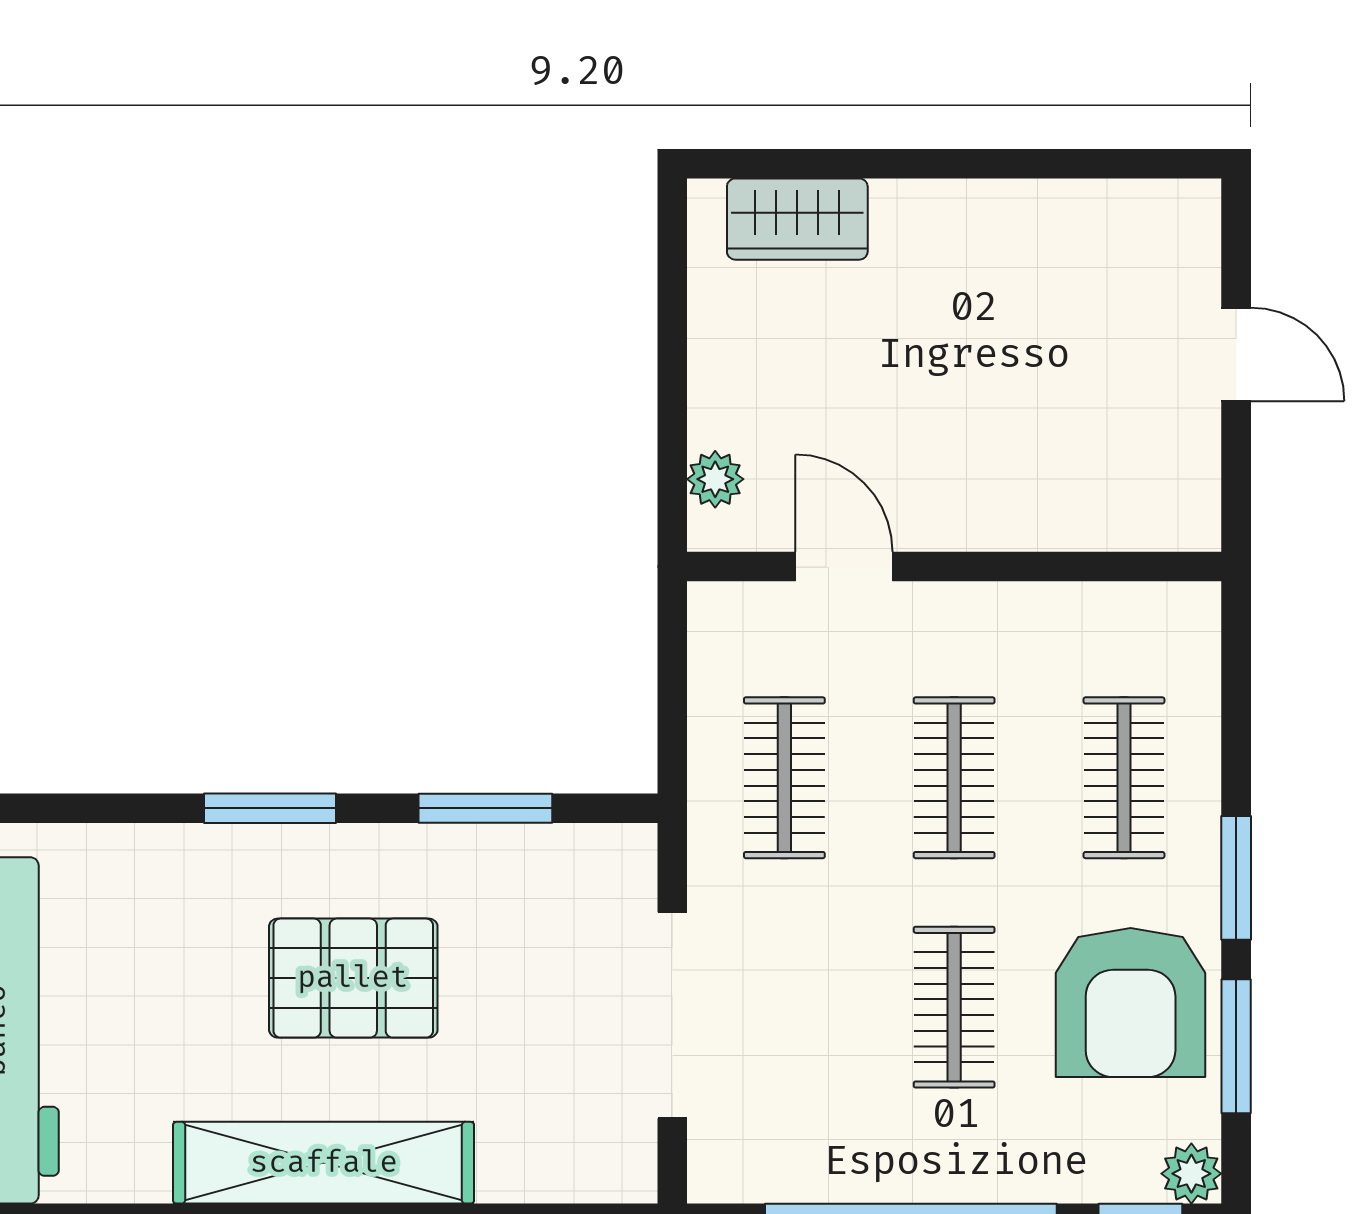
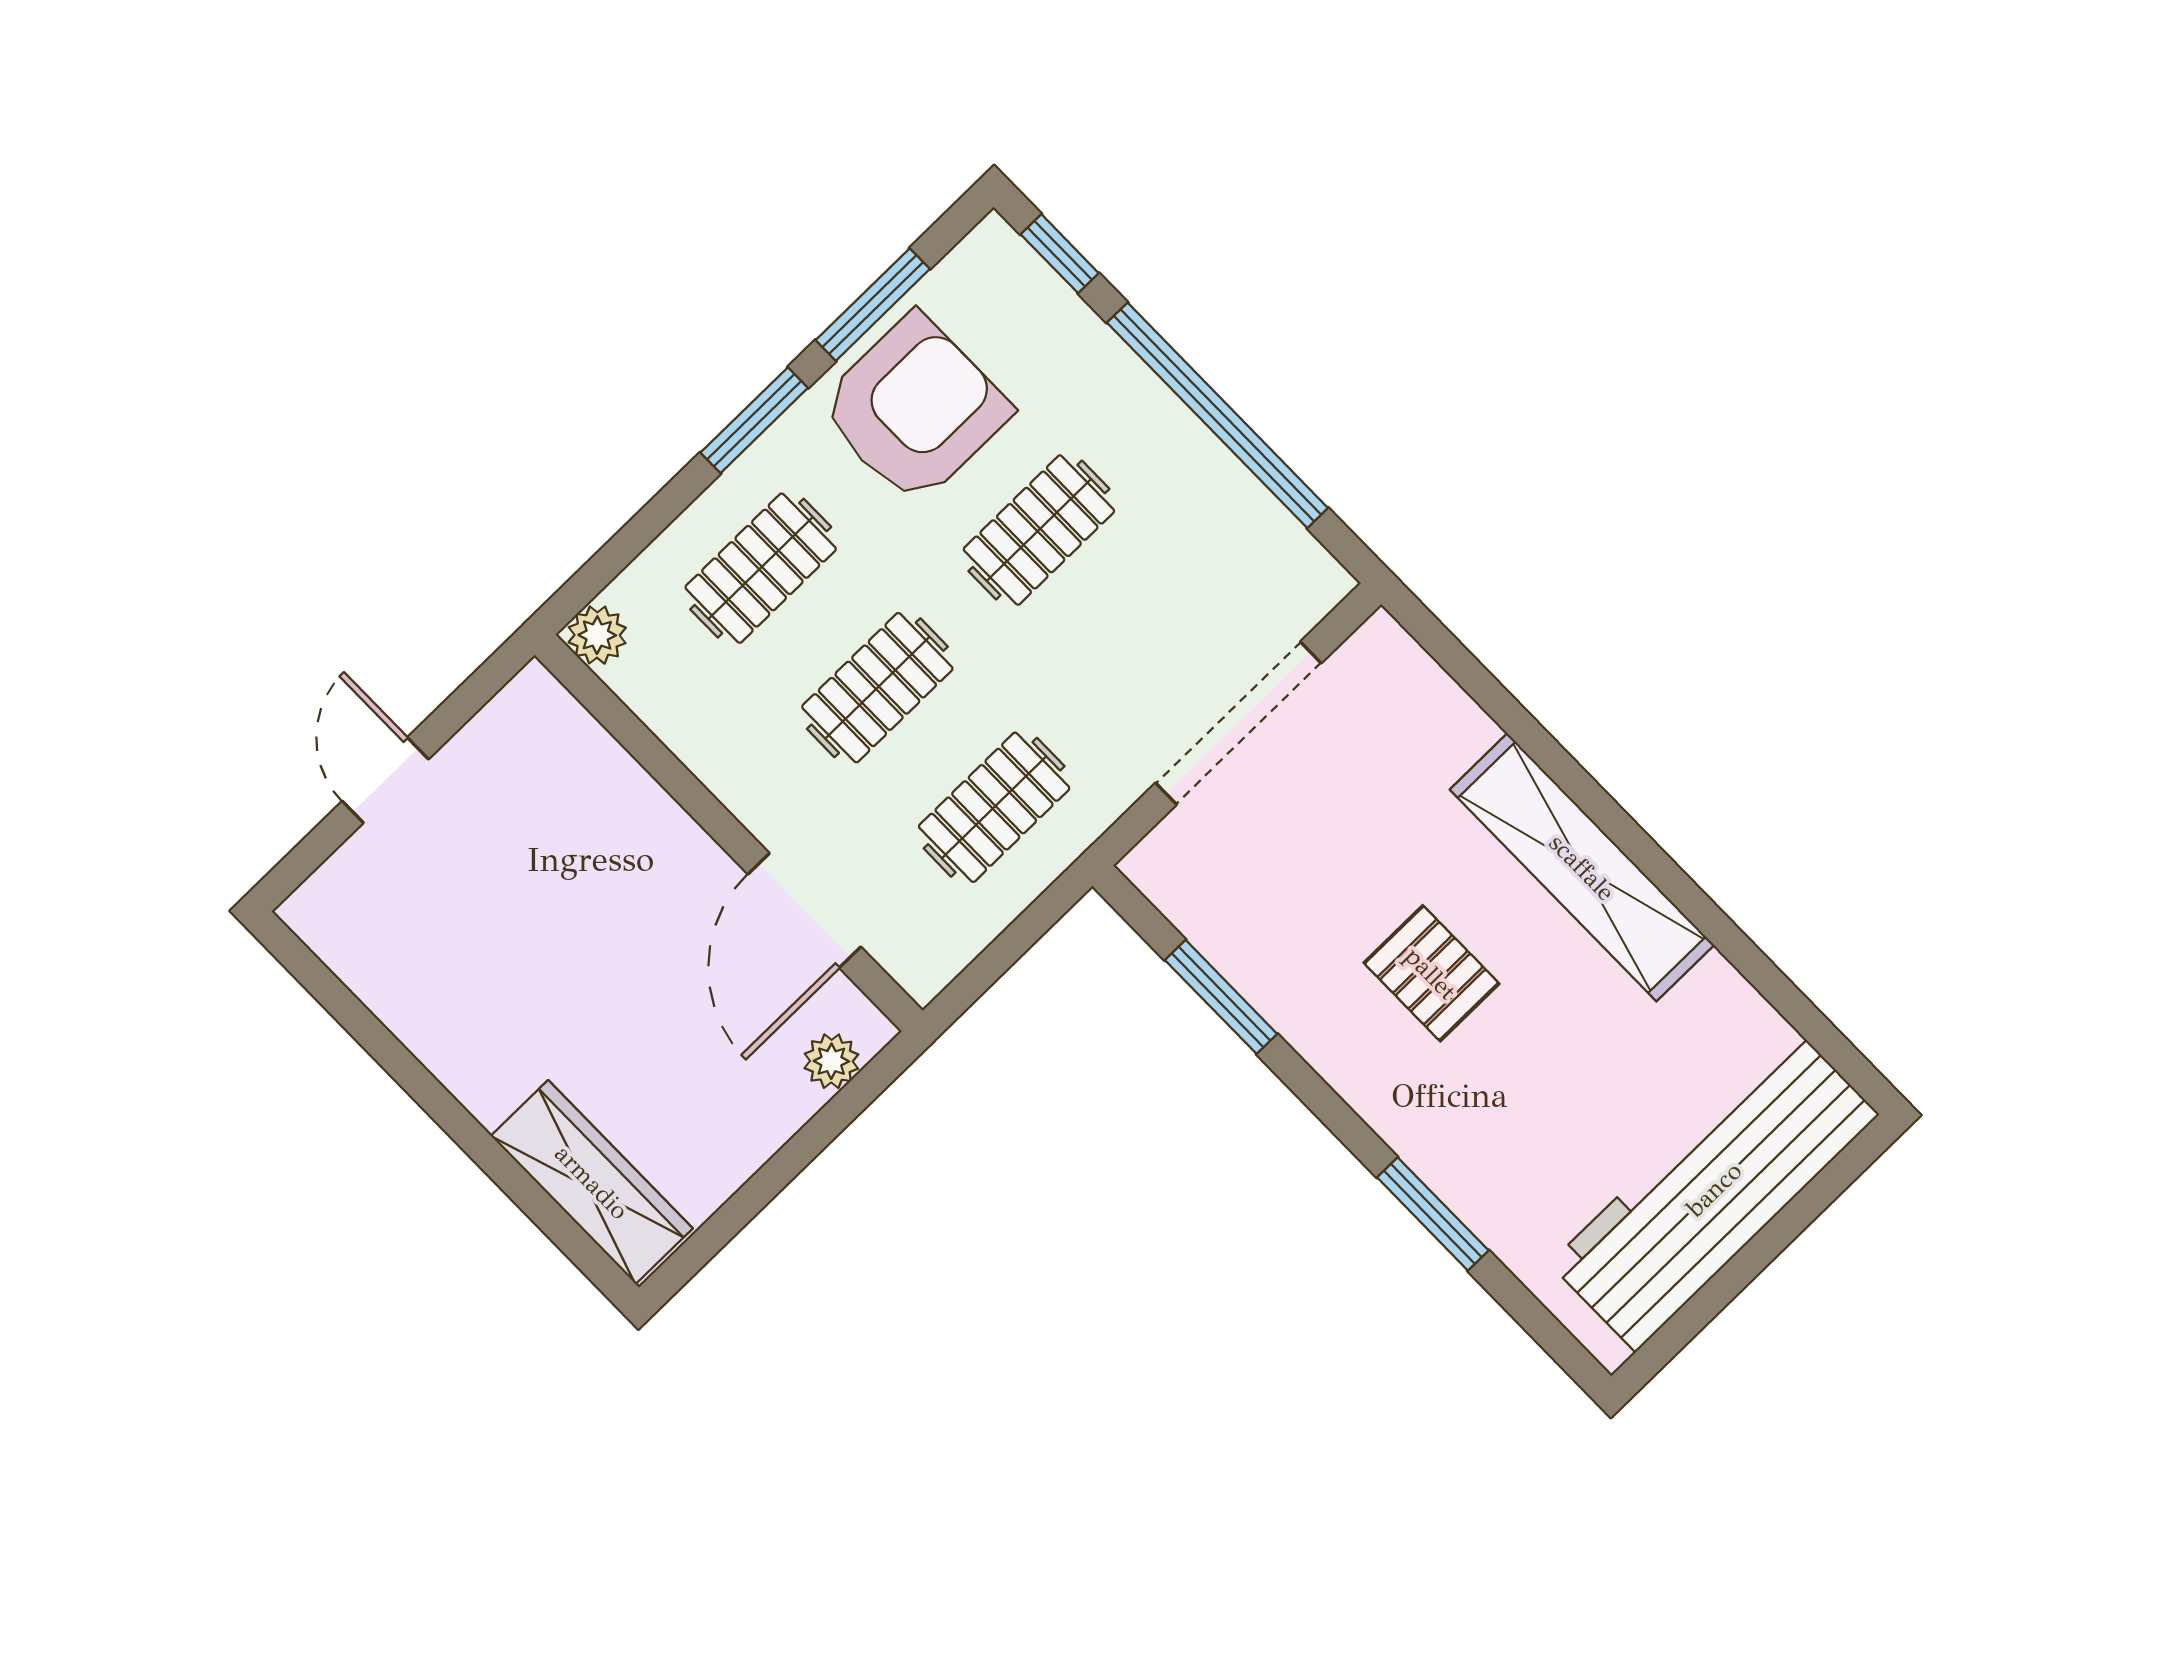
wardrobe: (797, 219) -> (592, 1182), width x1.50
door: (844, 567) -> (804, 910), width x1.38
window: (270, 808) -> (1433, 1214), moved
pallet: (353, 978) -> (1431, 973), width x0.67, depth x0.71
plant: (1191, 1174) -> (597, 635), moved

